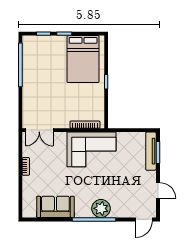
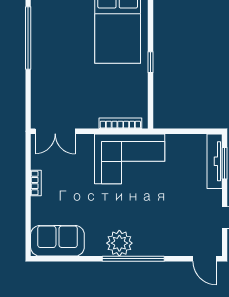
sofa: (55, 207) -> (57, 241), moved
plant: (101, 208) -> (119, 243), moved
door: (144, 219) -> (205, 259), hinge flipped

